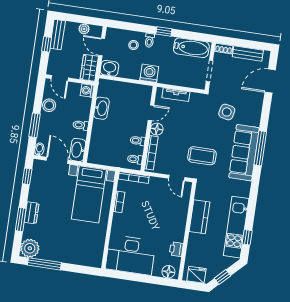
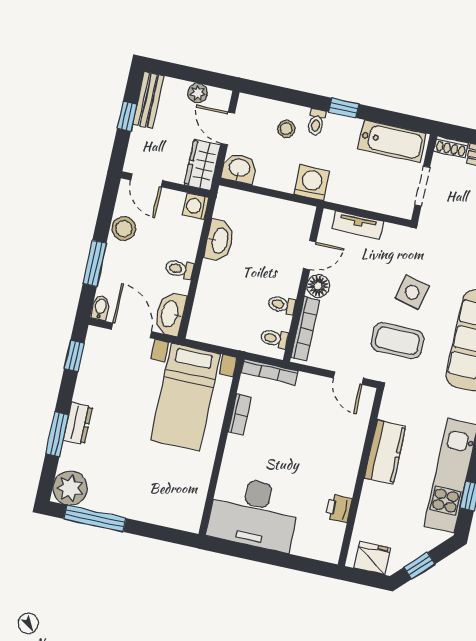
side table: (227, 112) -> (412, 292), moved
floor lamp: (168, 272) -> (321, 549), removed

